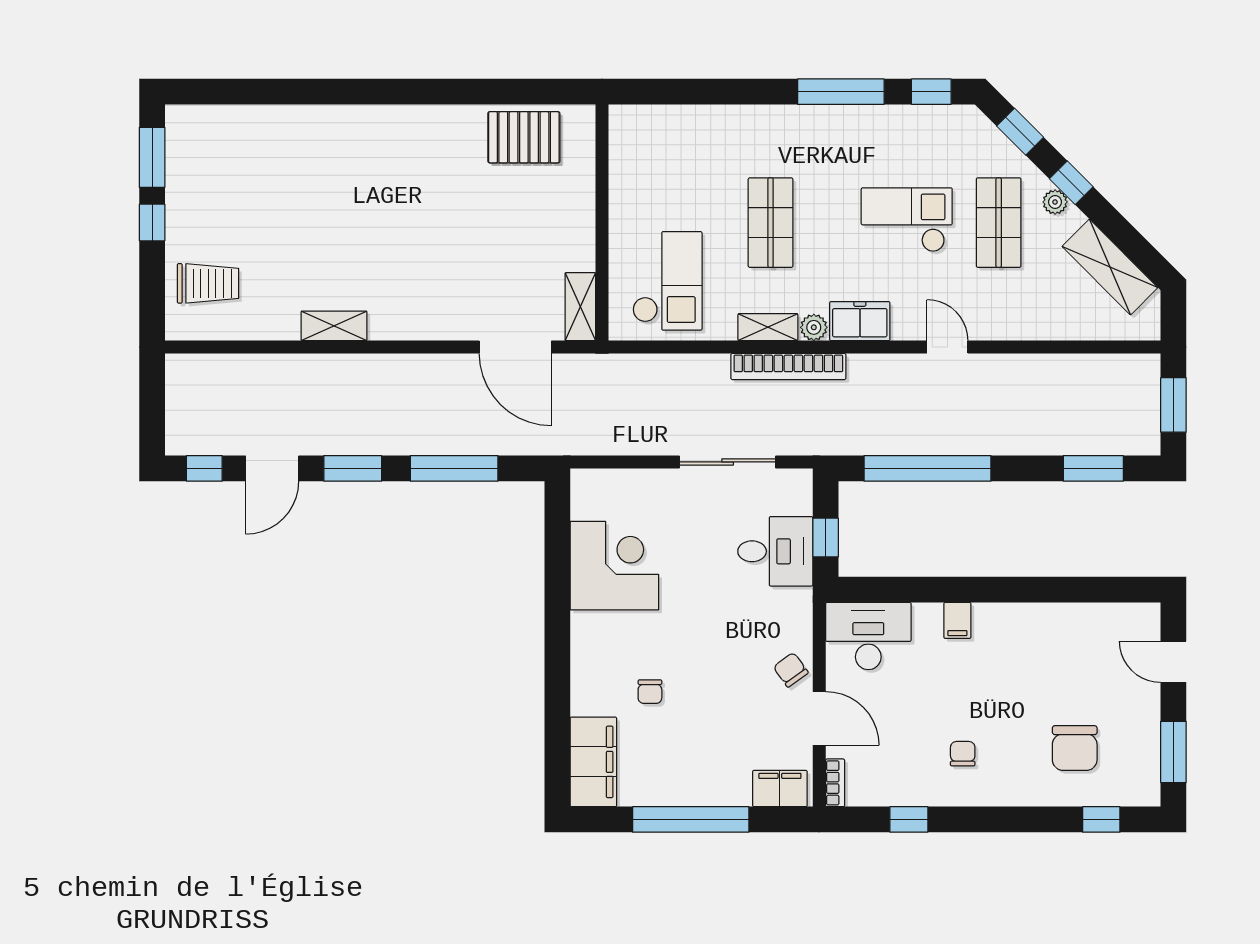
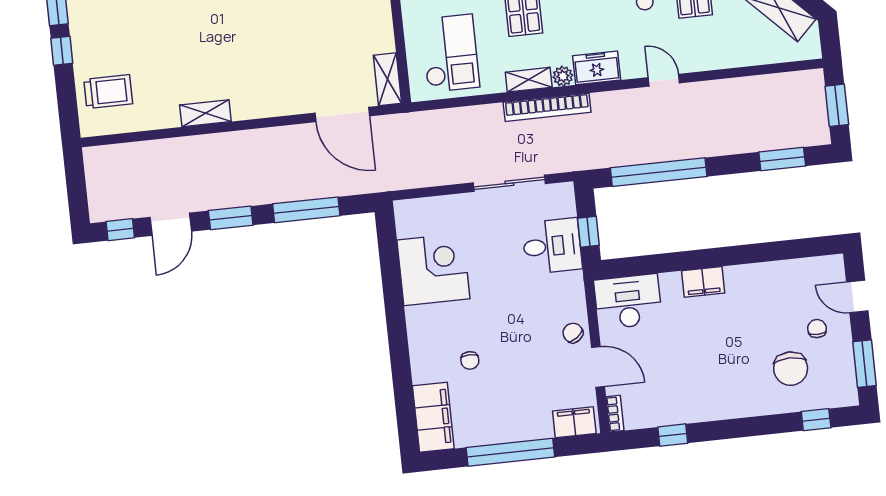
filing cabinet: (957, 620) -> (703, 282), width x2.00
chair: (963, 754) -> (817, 329), moved

